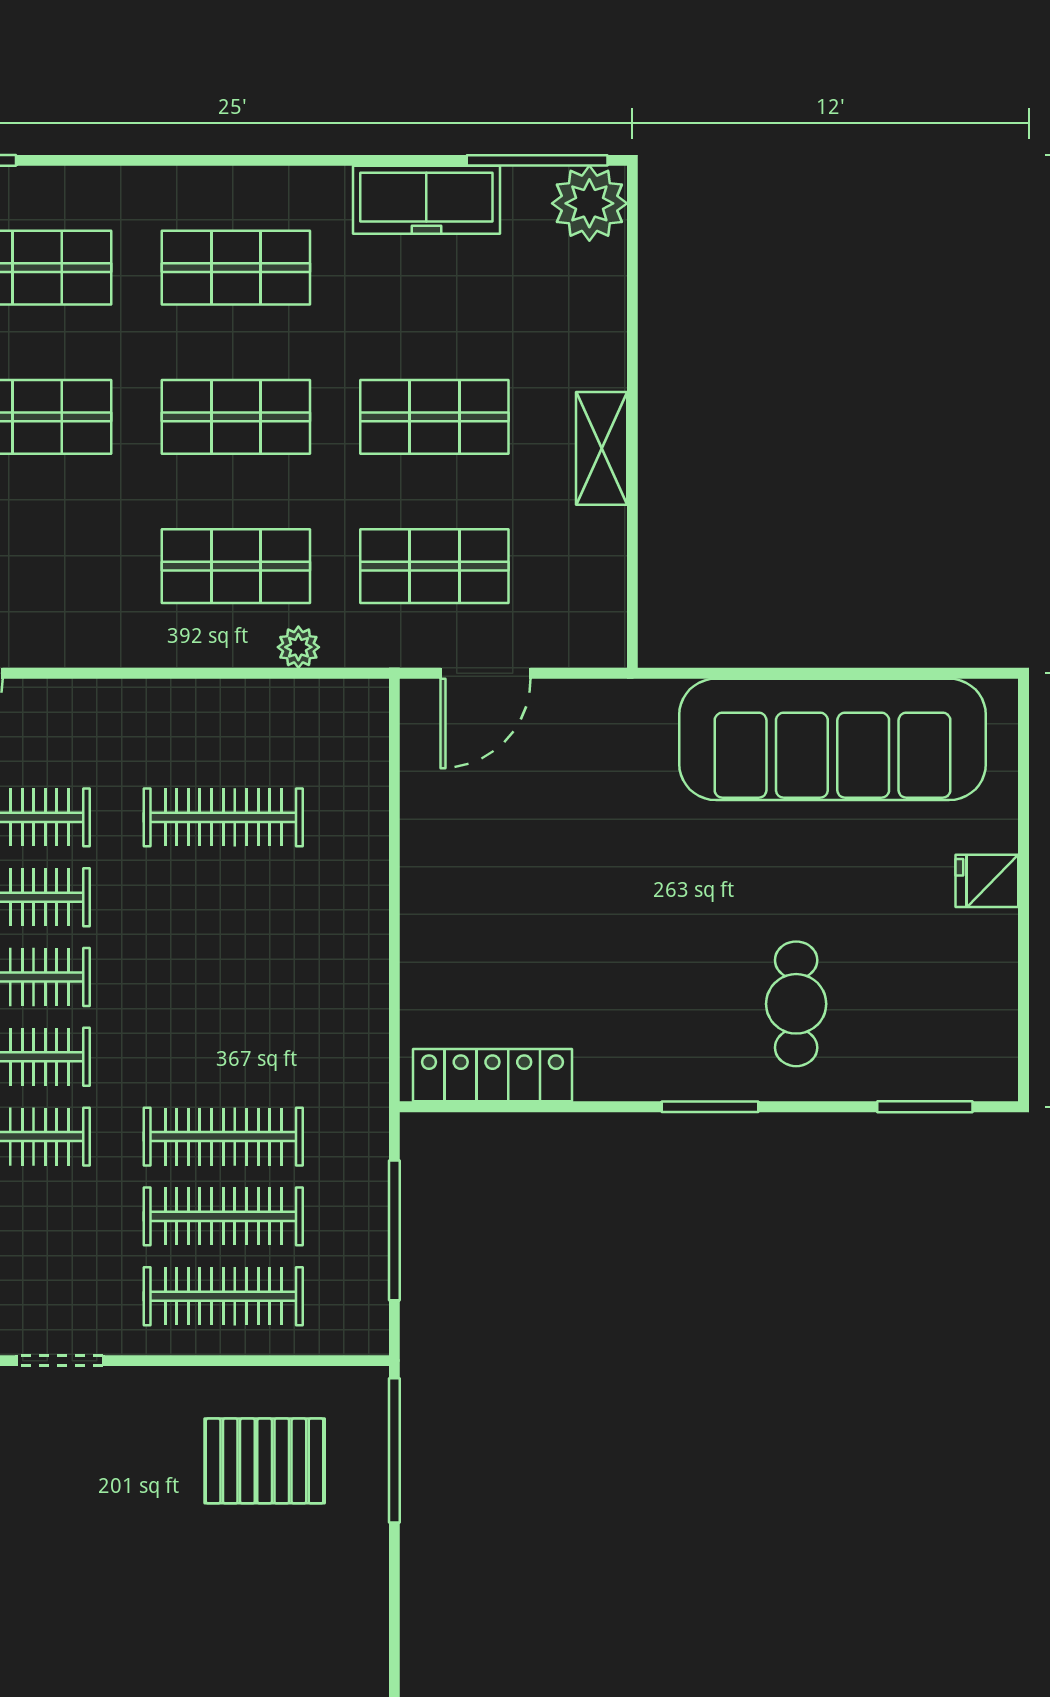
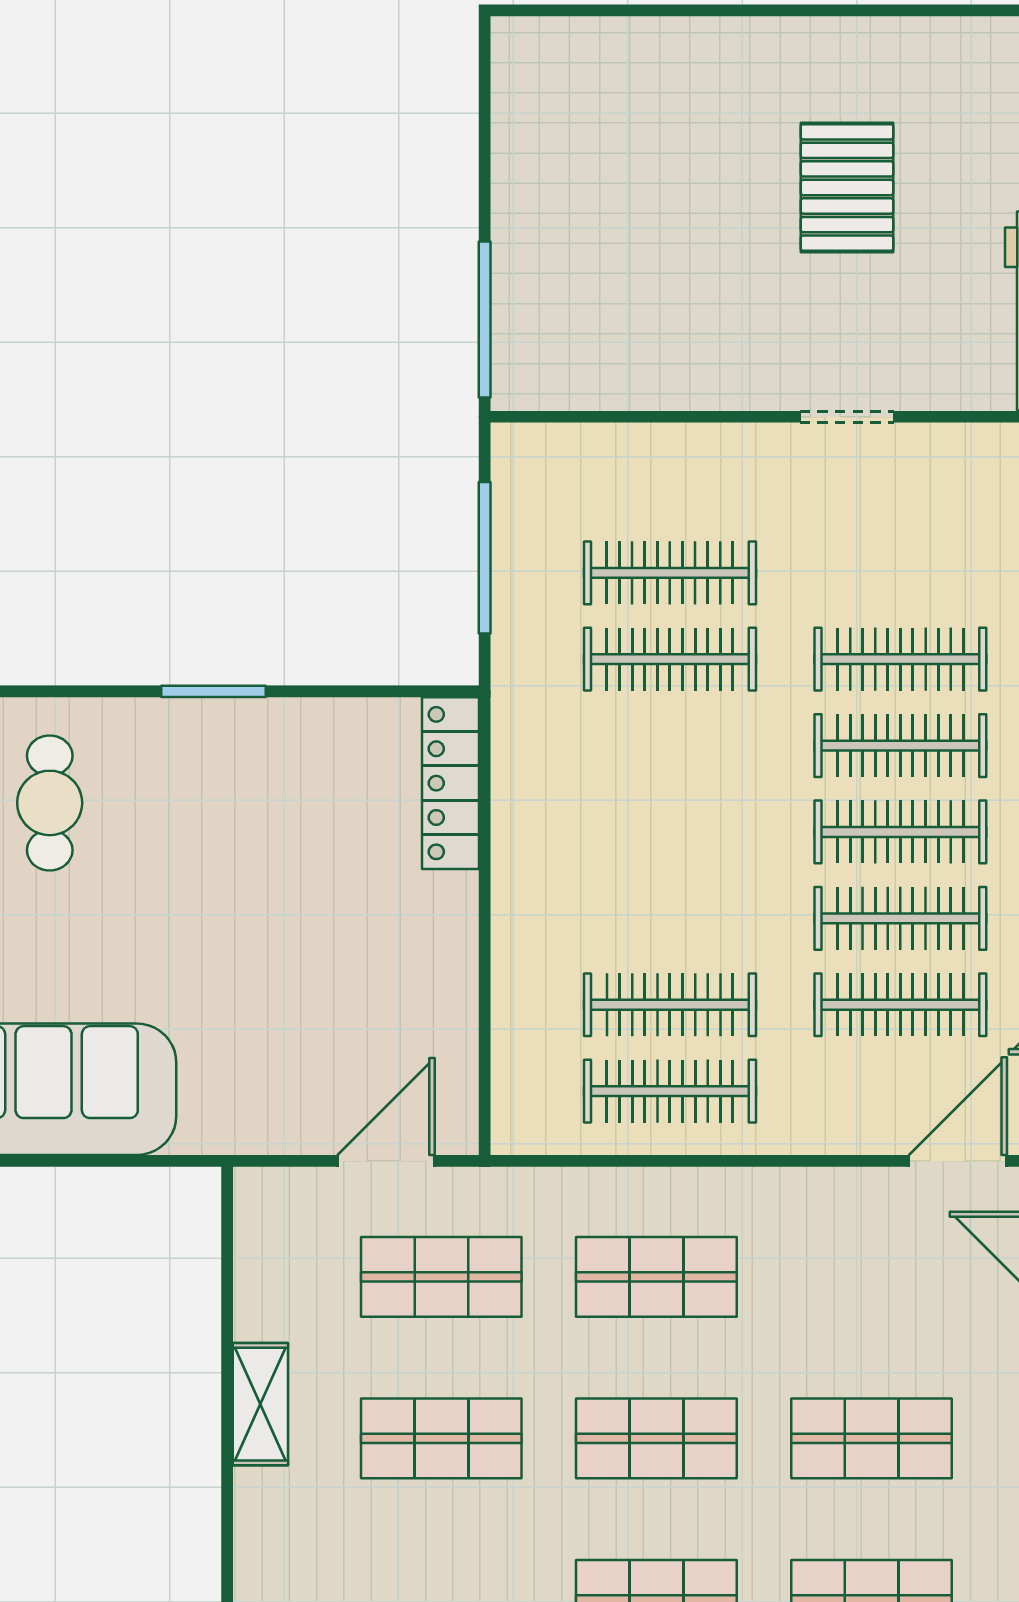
plant: (298, 647) -> (589, 1189), removed
locker: (492, 1075) -> (450, 783), moved, turned 90
window: (710, 1107) -> (213, 691), moved
clothes rail: (223, 1296) -> (670, 1091), moved
pallet: (265, 1461) -> (847, 187), moved, turned 90

